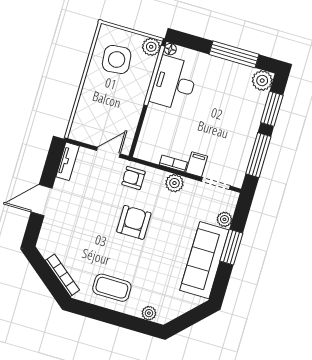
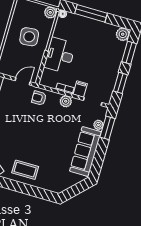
window: (234, 54) -> (91, 13), moved
side table: (117, 59) -> (29, 37), moved
desk: (174, 83) -> (60, 55), moved
window: (258, 155) -> (120, 83), width x0.69
armchair: (134, 222) -> (39, 127), removed
window: (231, 247) -> (107, 128), moved
plant: (149, 313) -> (49, 186), removed

